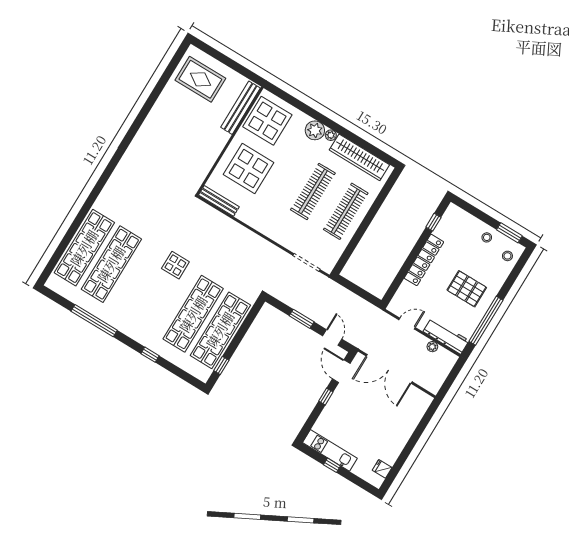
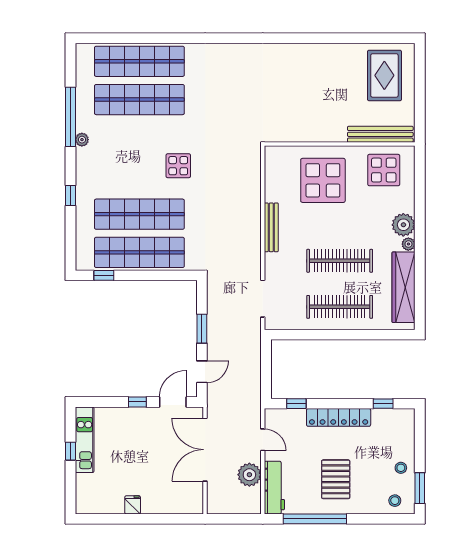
display table: (267, 121) -> (384, 170), width x0.73, depth x0.73
bench: (219, 201) -> (271, 227), moved
window: (396, 284) -> (296, 404), added
plant: (115, 322) -> (82, 140), added
plant: (432, 347) -> (249, 475), width x1.88, depth x1.88
fridge: (382, 469) -> (133, 505), moved

